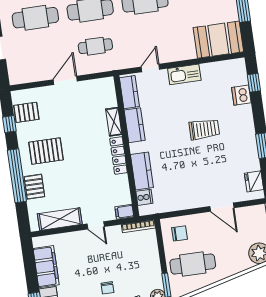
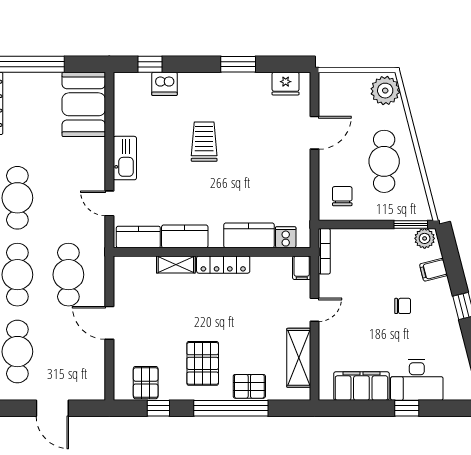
cafe table: (95, 46) -> (68, 275), width x1.37, depth x1.35
cafe table: (193, 264) -> (384, 161), moved

